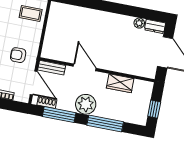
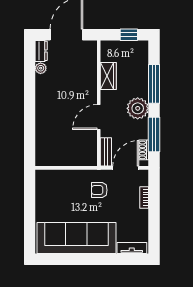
coffee table: (31, 13) -> (53, 185), removed
armchair: (18, 55) -> (99, 190), turned 90

